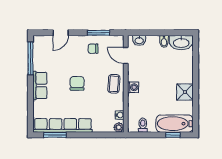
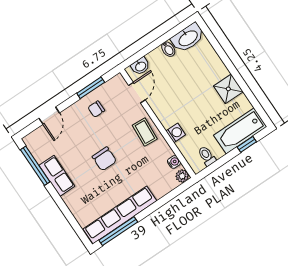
door: (126, 56) -> (137, 93), swing flipped
chair: (77, 83) -> (104, 159), turned 180
row of seats: (40, 85) -> (57, 176), moved
washing machine: (133, 87) -> (176, 133), moved
window: (55, 135) -> (118, 231), width x1.44

